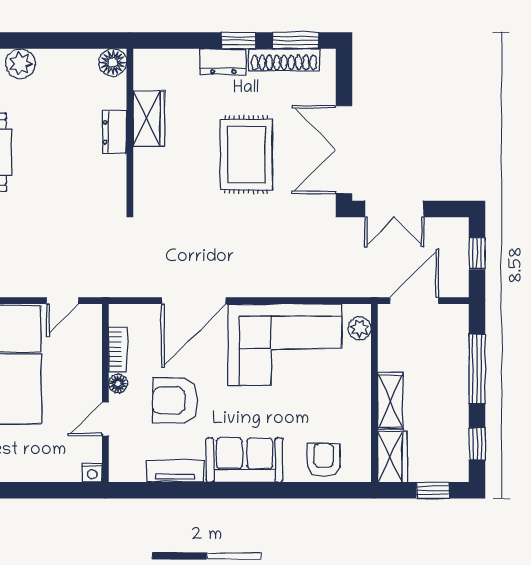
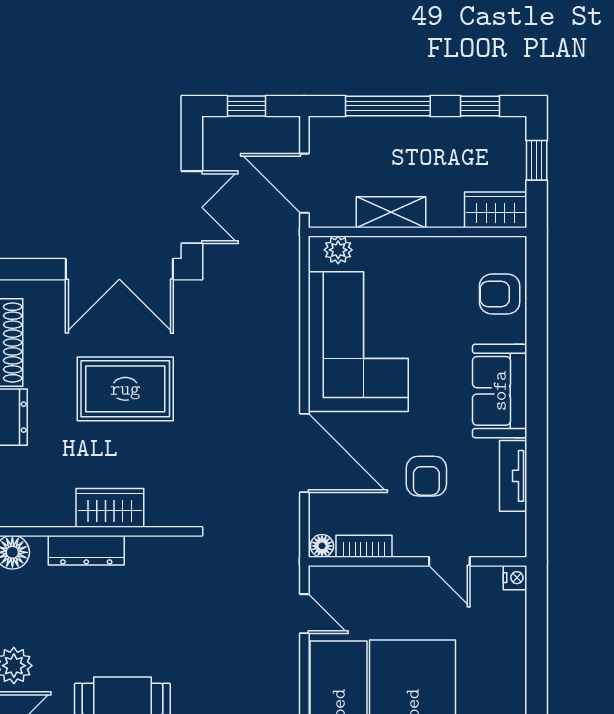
wardrobe: (149, 118) -> (110, 508), moved
dresser: (115, 132) -> (86, 550), width x1.44
floor lamp: (118, 384) -> (322, 546), moved
armchair: (175, 400) -> (426, 476), width x0.72, depth x0.72
shelving: (390, 401) -> (391, 212), moved

